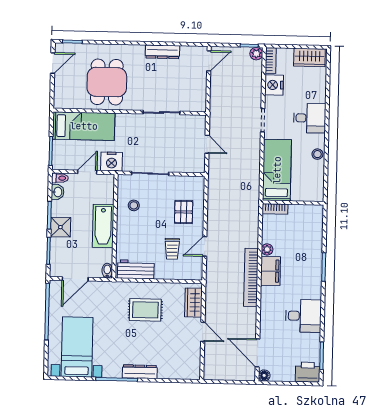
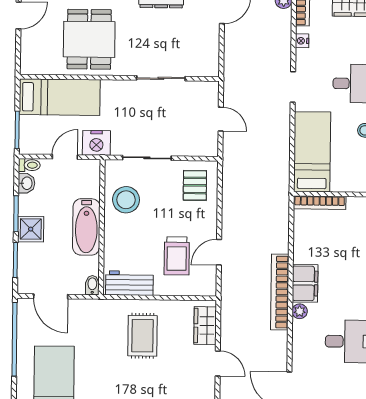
nightstand: (274, 85) -> (302, 41), width x0.53, depth x0.56
stool: (134, 205) -> (126, 200), width x1.89, depth x1.89
bookcase: (275, 209) -> (320, 203), width x1.56
pallet: (184, 212) -> (195, 185), moved
trolley: (172, 249) -> (177, 256), width x1.36, depth x1.39
plant: (267, 249) -> (300, 311), moved
door: (75, 279) -> (51, 296), hinge flipped
rug: (145, 310) -> (143, 336), turned 90

